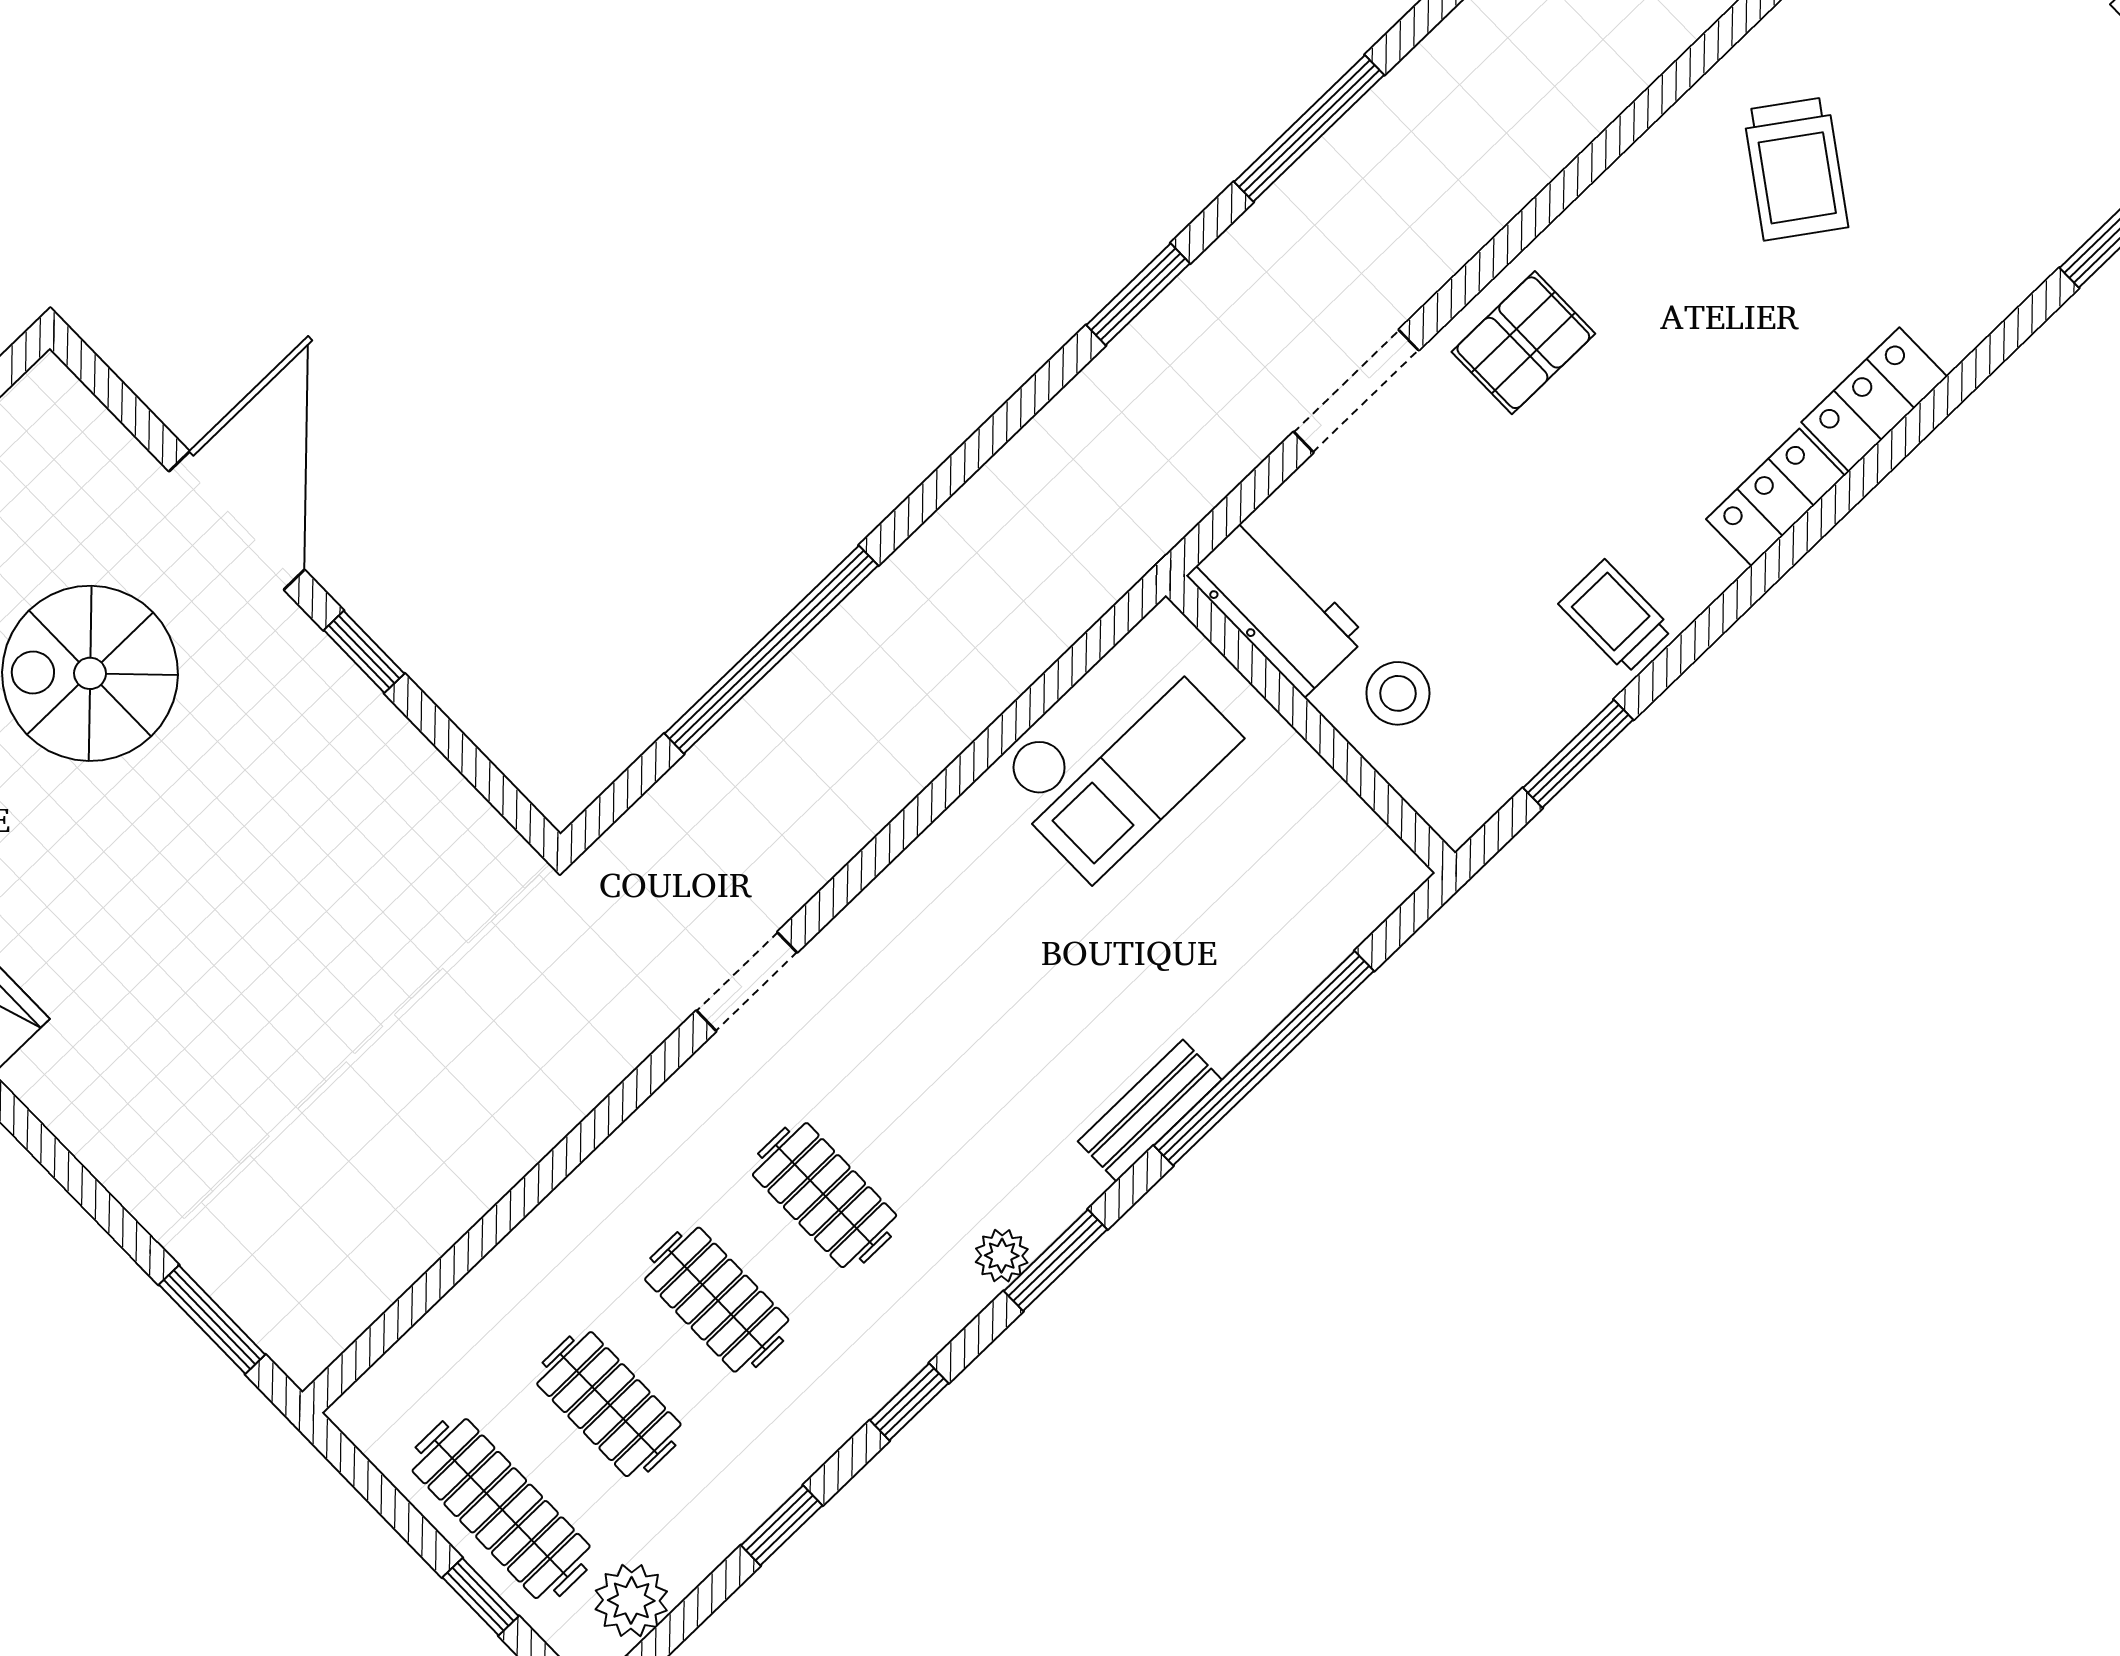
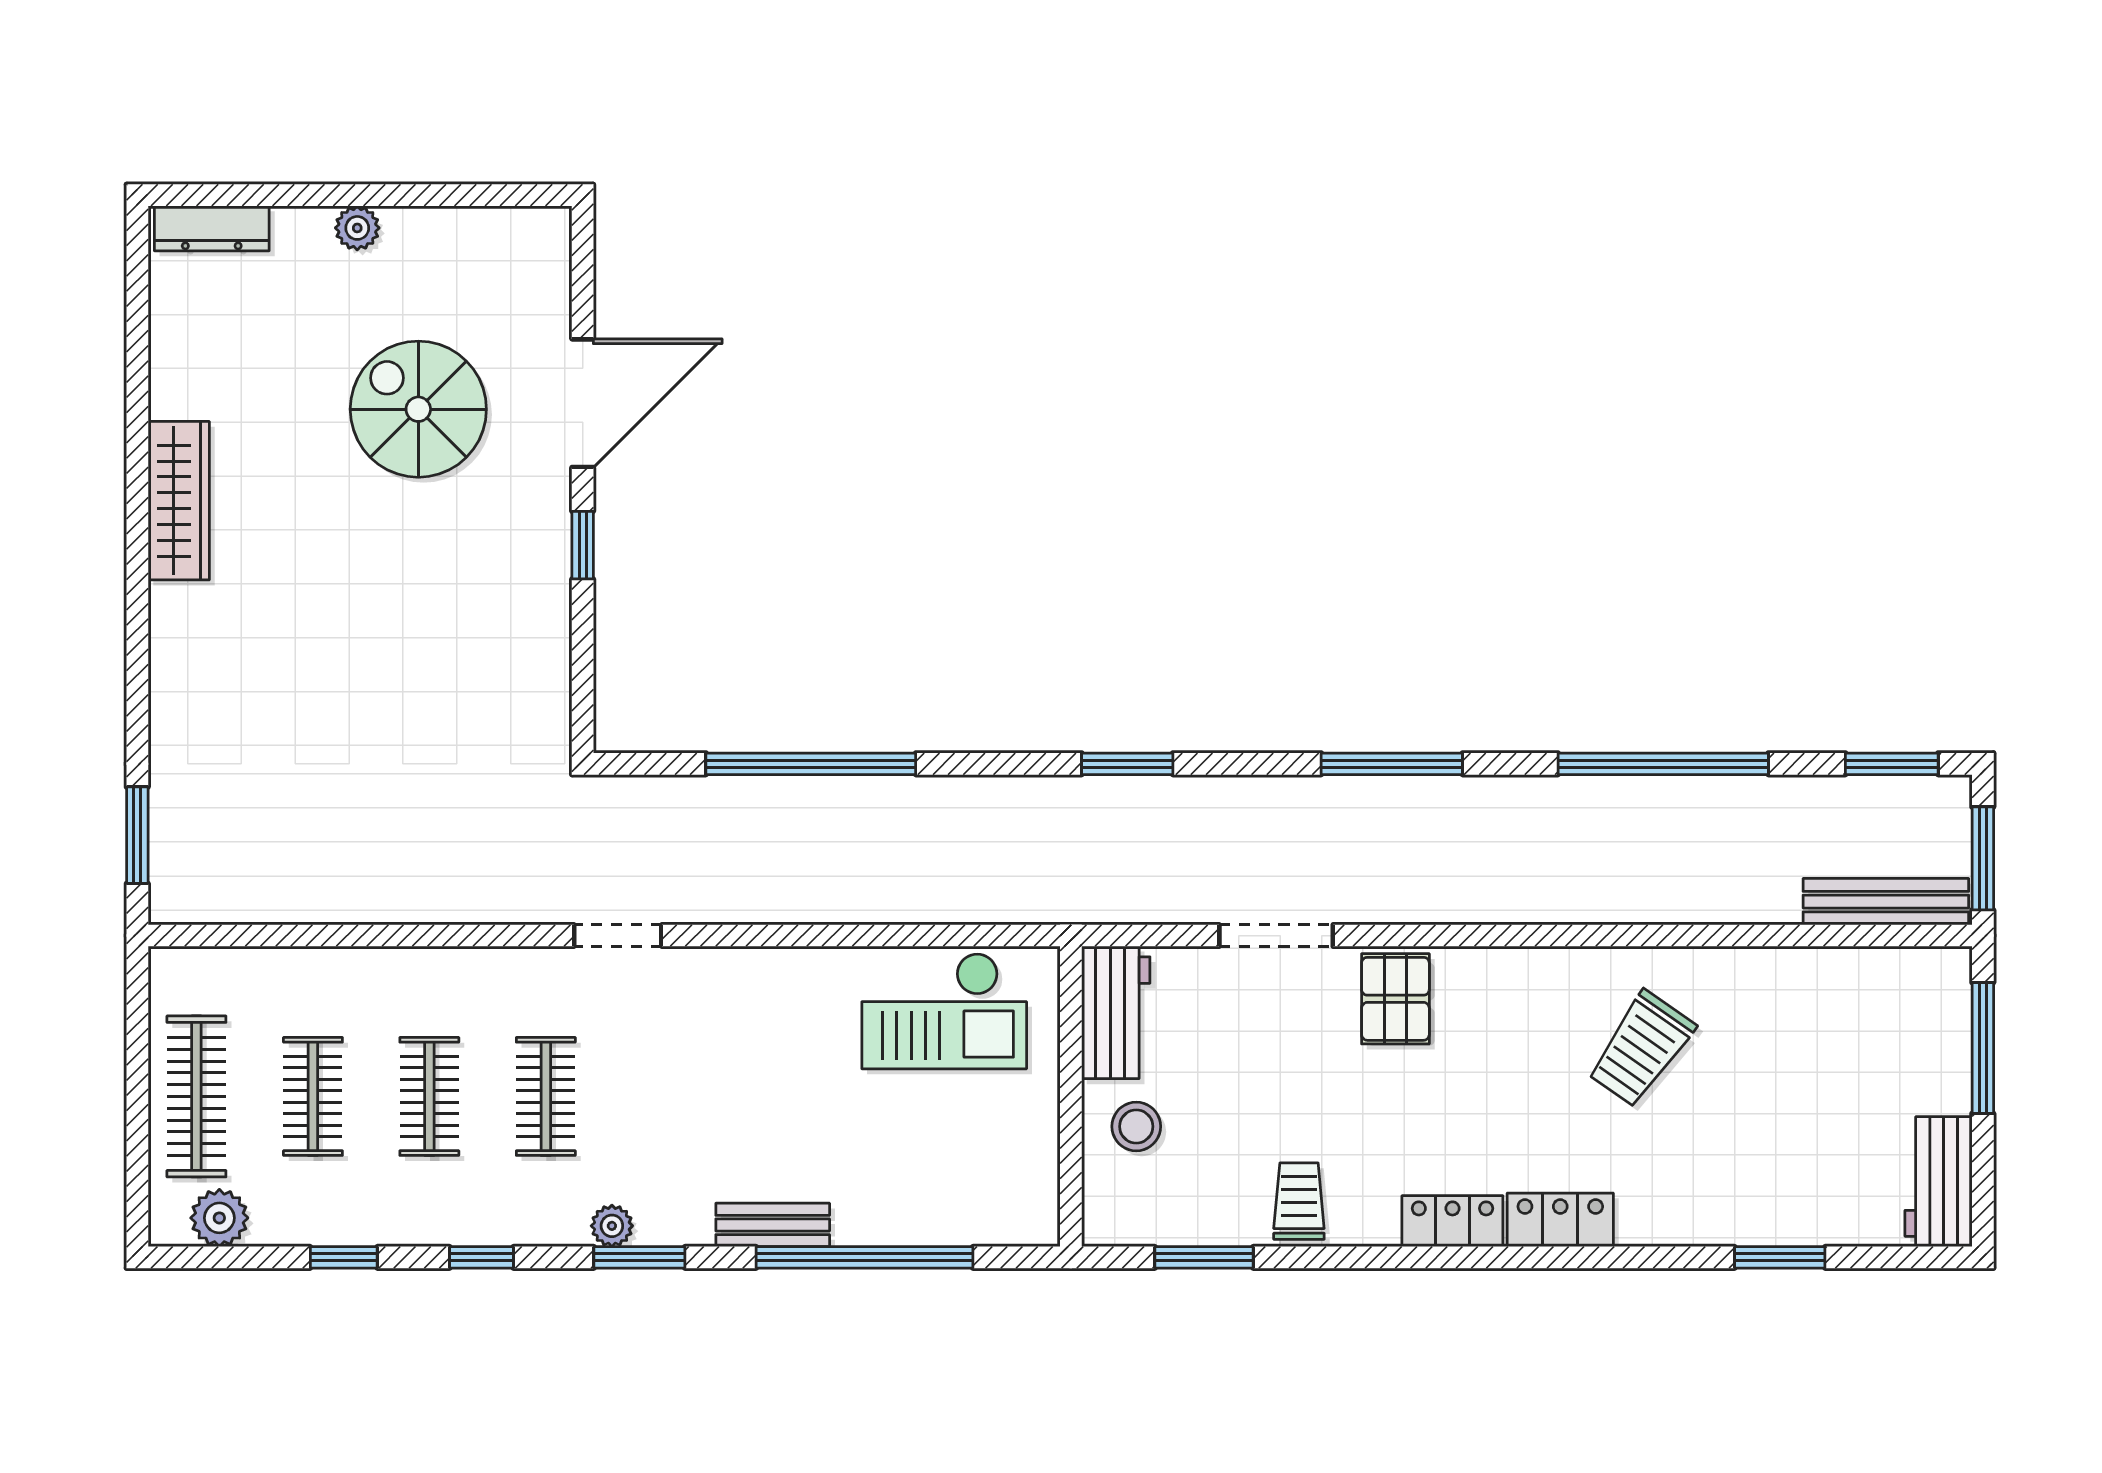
window: (1138, 294) -> (1127, 764), moved
pallet: (1523, 343) -> (1395, 999), turned 90
window: (481, 1597) -> (137, 1134), removed

